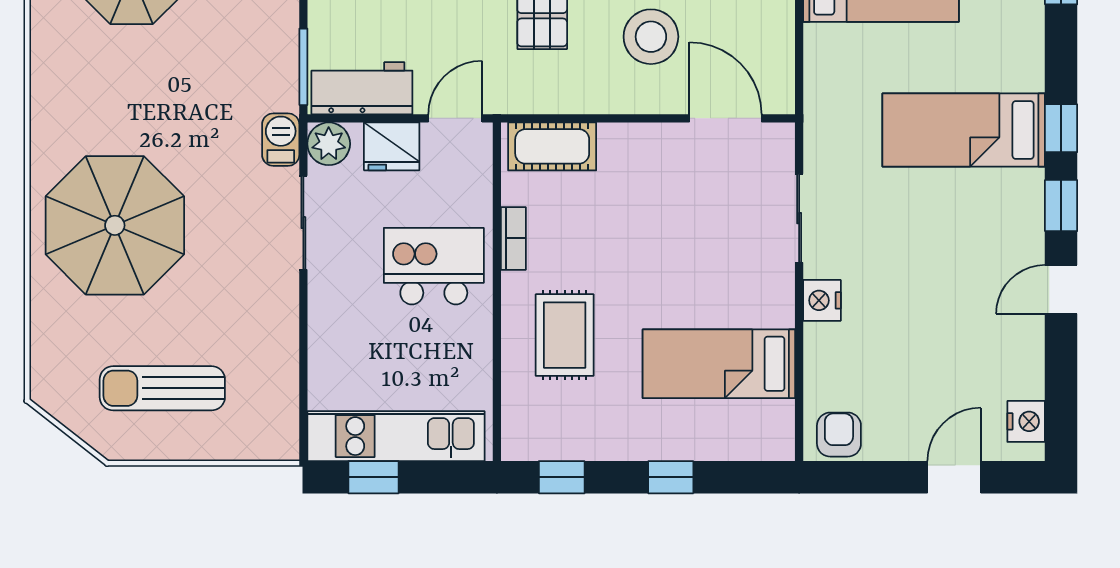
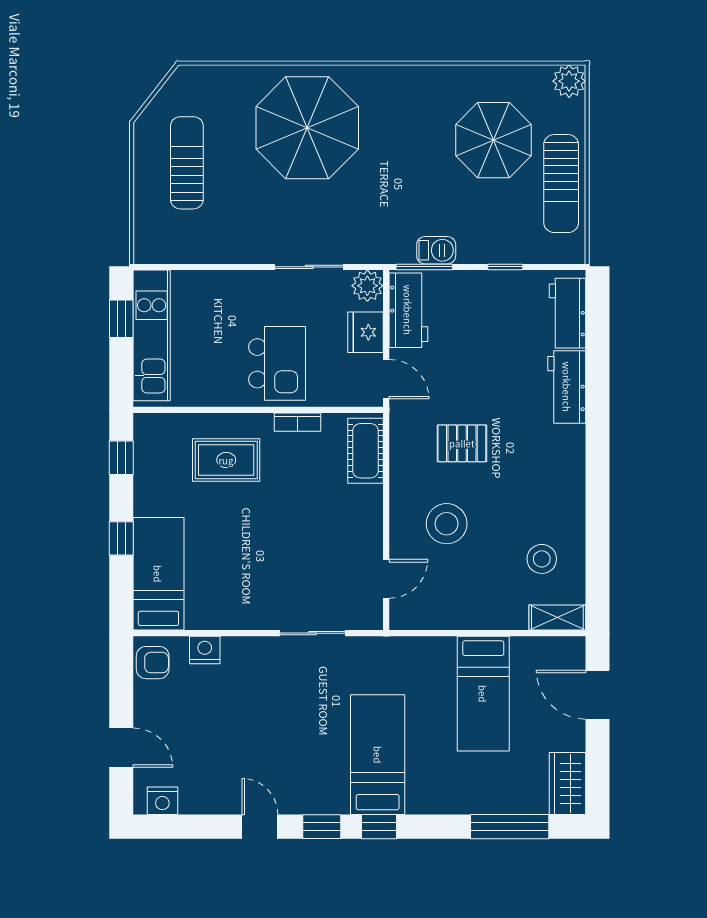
door: (726, 118) -> (386, 579), width x0.73
barbecue: (281, 140) -> (436, 250), moved
nightstand: (822, 300) -> (205, 650), moved
bed: (719, 364) -> (158, 574), moved

